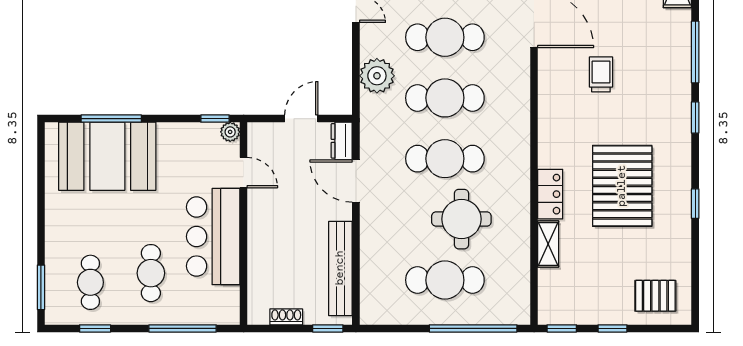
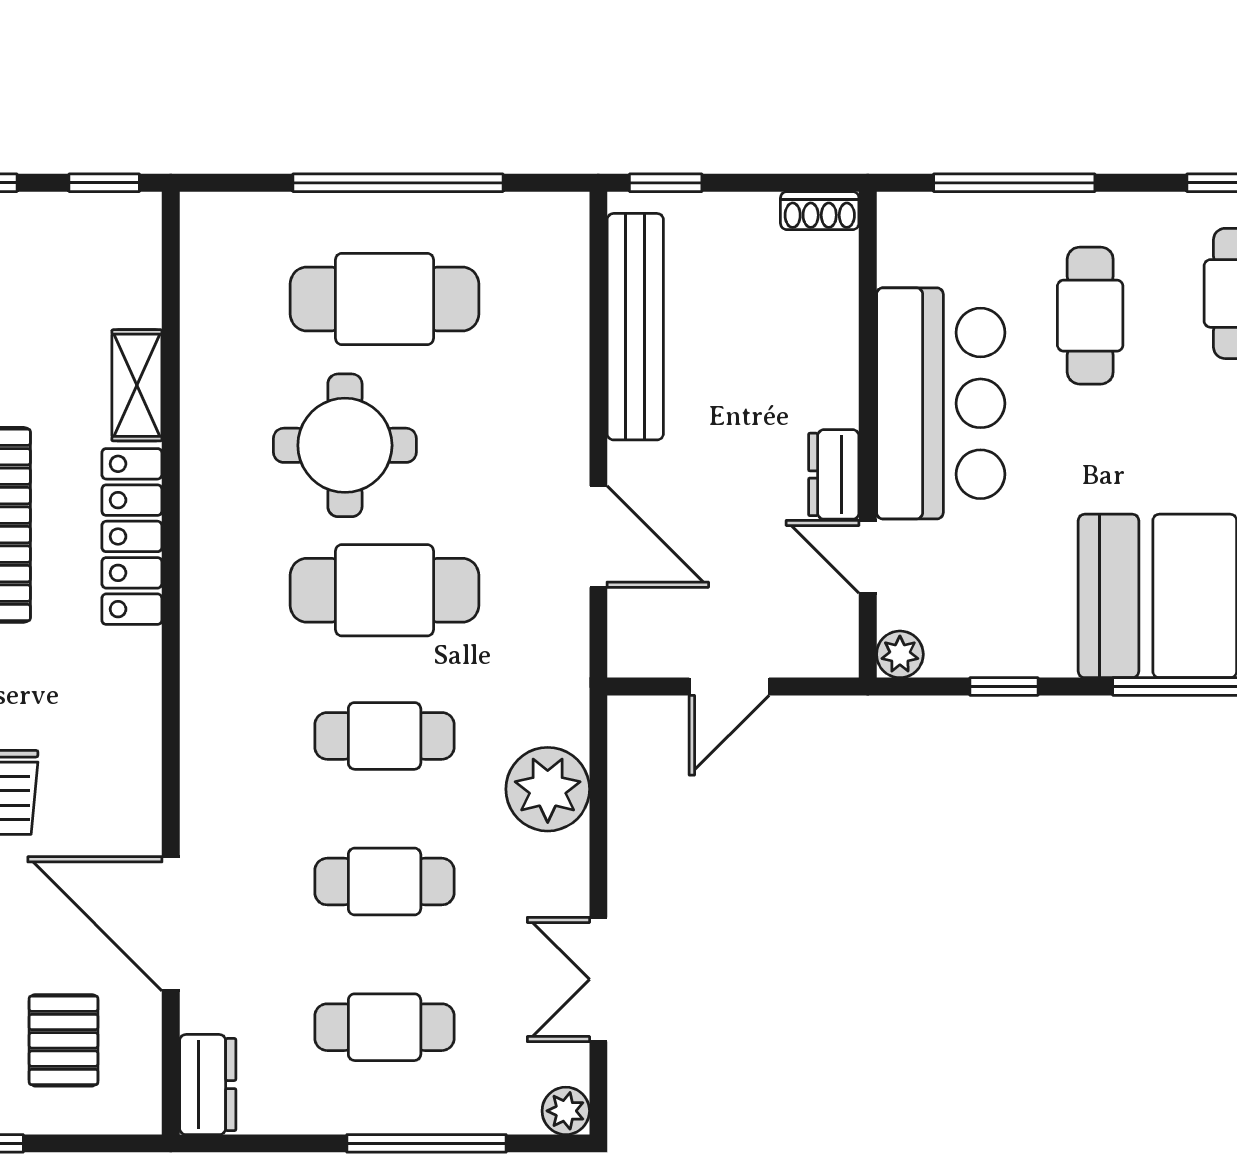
cafe table: (445, 37) -> (385, 882), width x0.73, depth x0.74
cafe table: (445, 98) -> (385, 736), width x0.73, depth x0.74
window: (215, 119) -> (1004, 687), moved
dresser: (342, 141) -> (834, 474), moved, turned 180
locker: (550, 194) -> (132, 536), width x1.53
shoe rack: (286, 317) -> (820, 211), moved
window: (473, 328) -> (398, 183), moved

